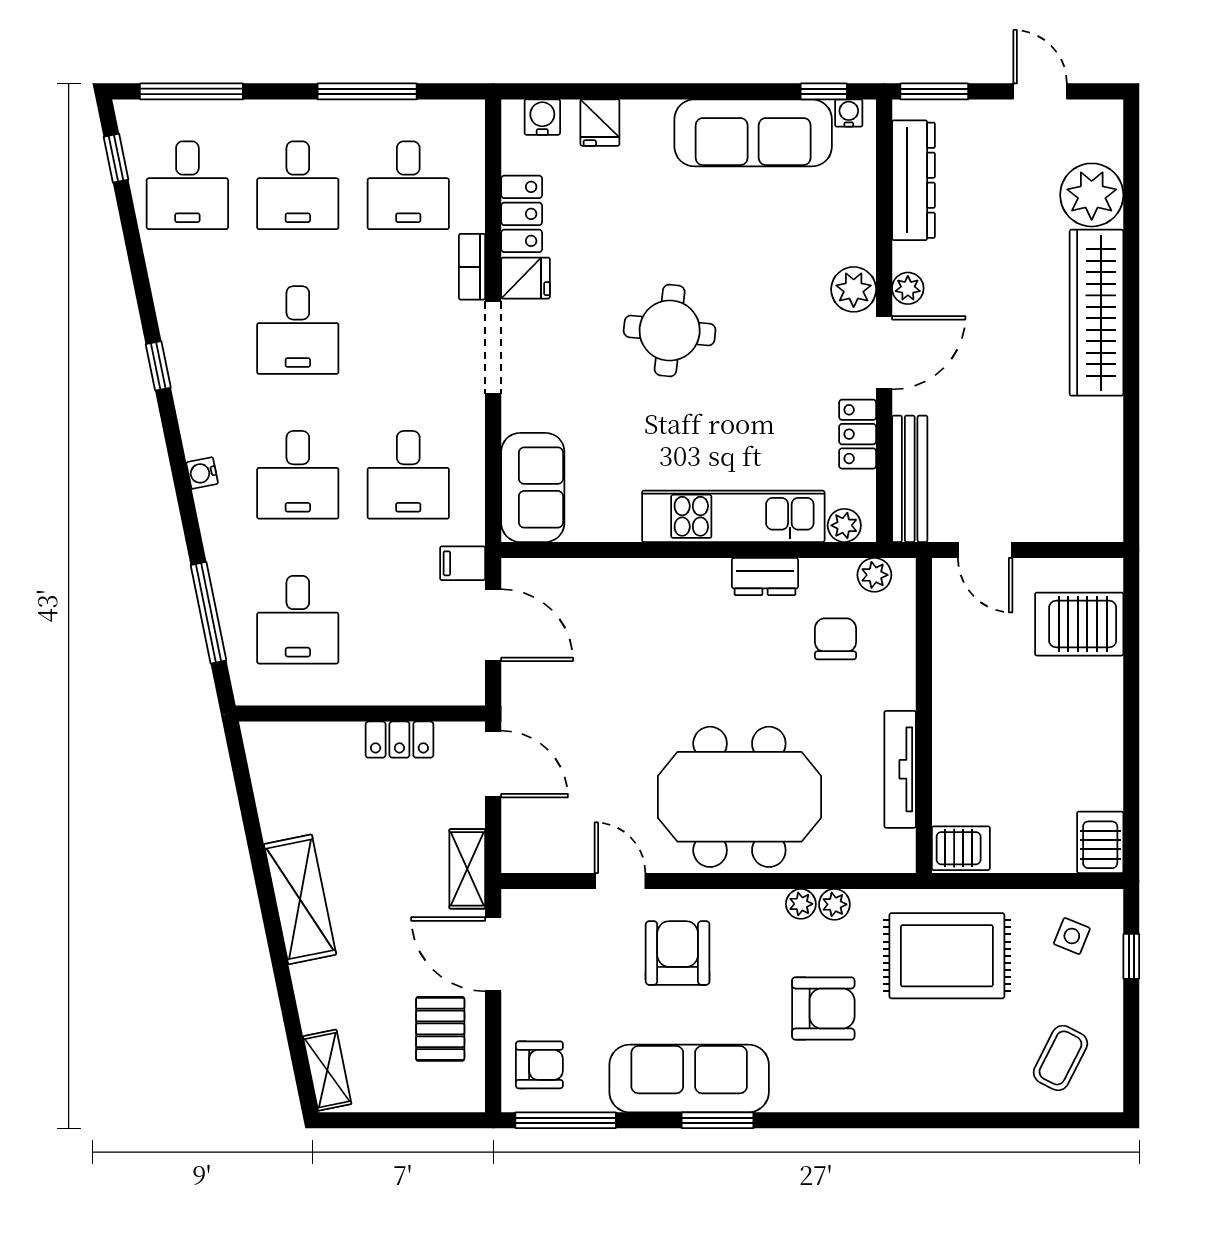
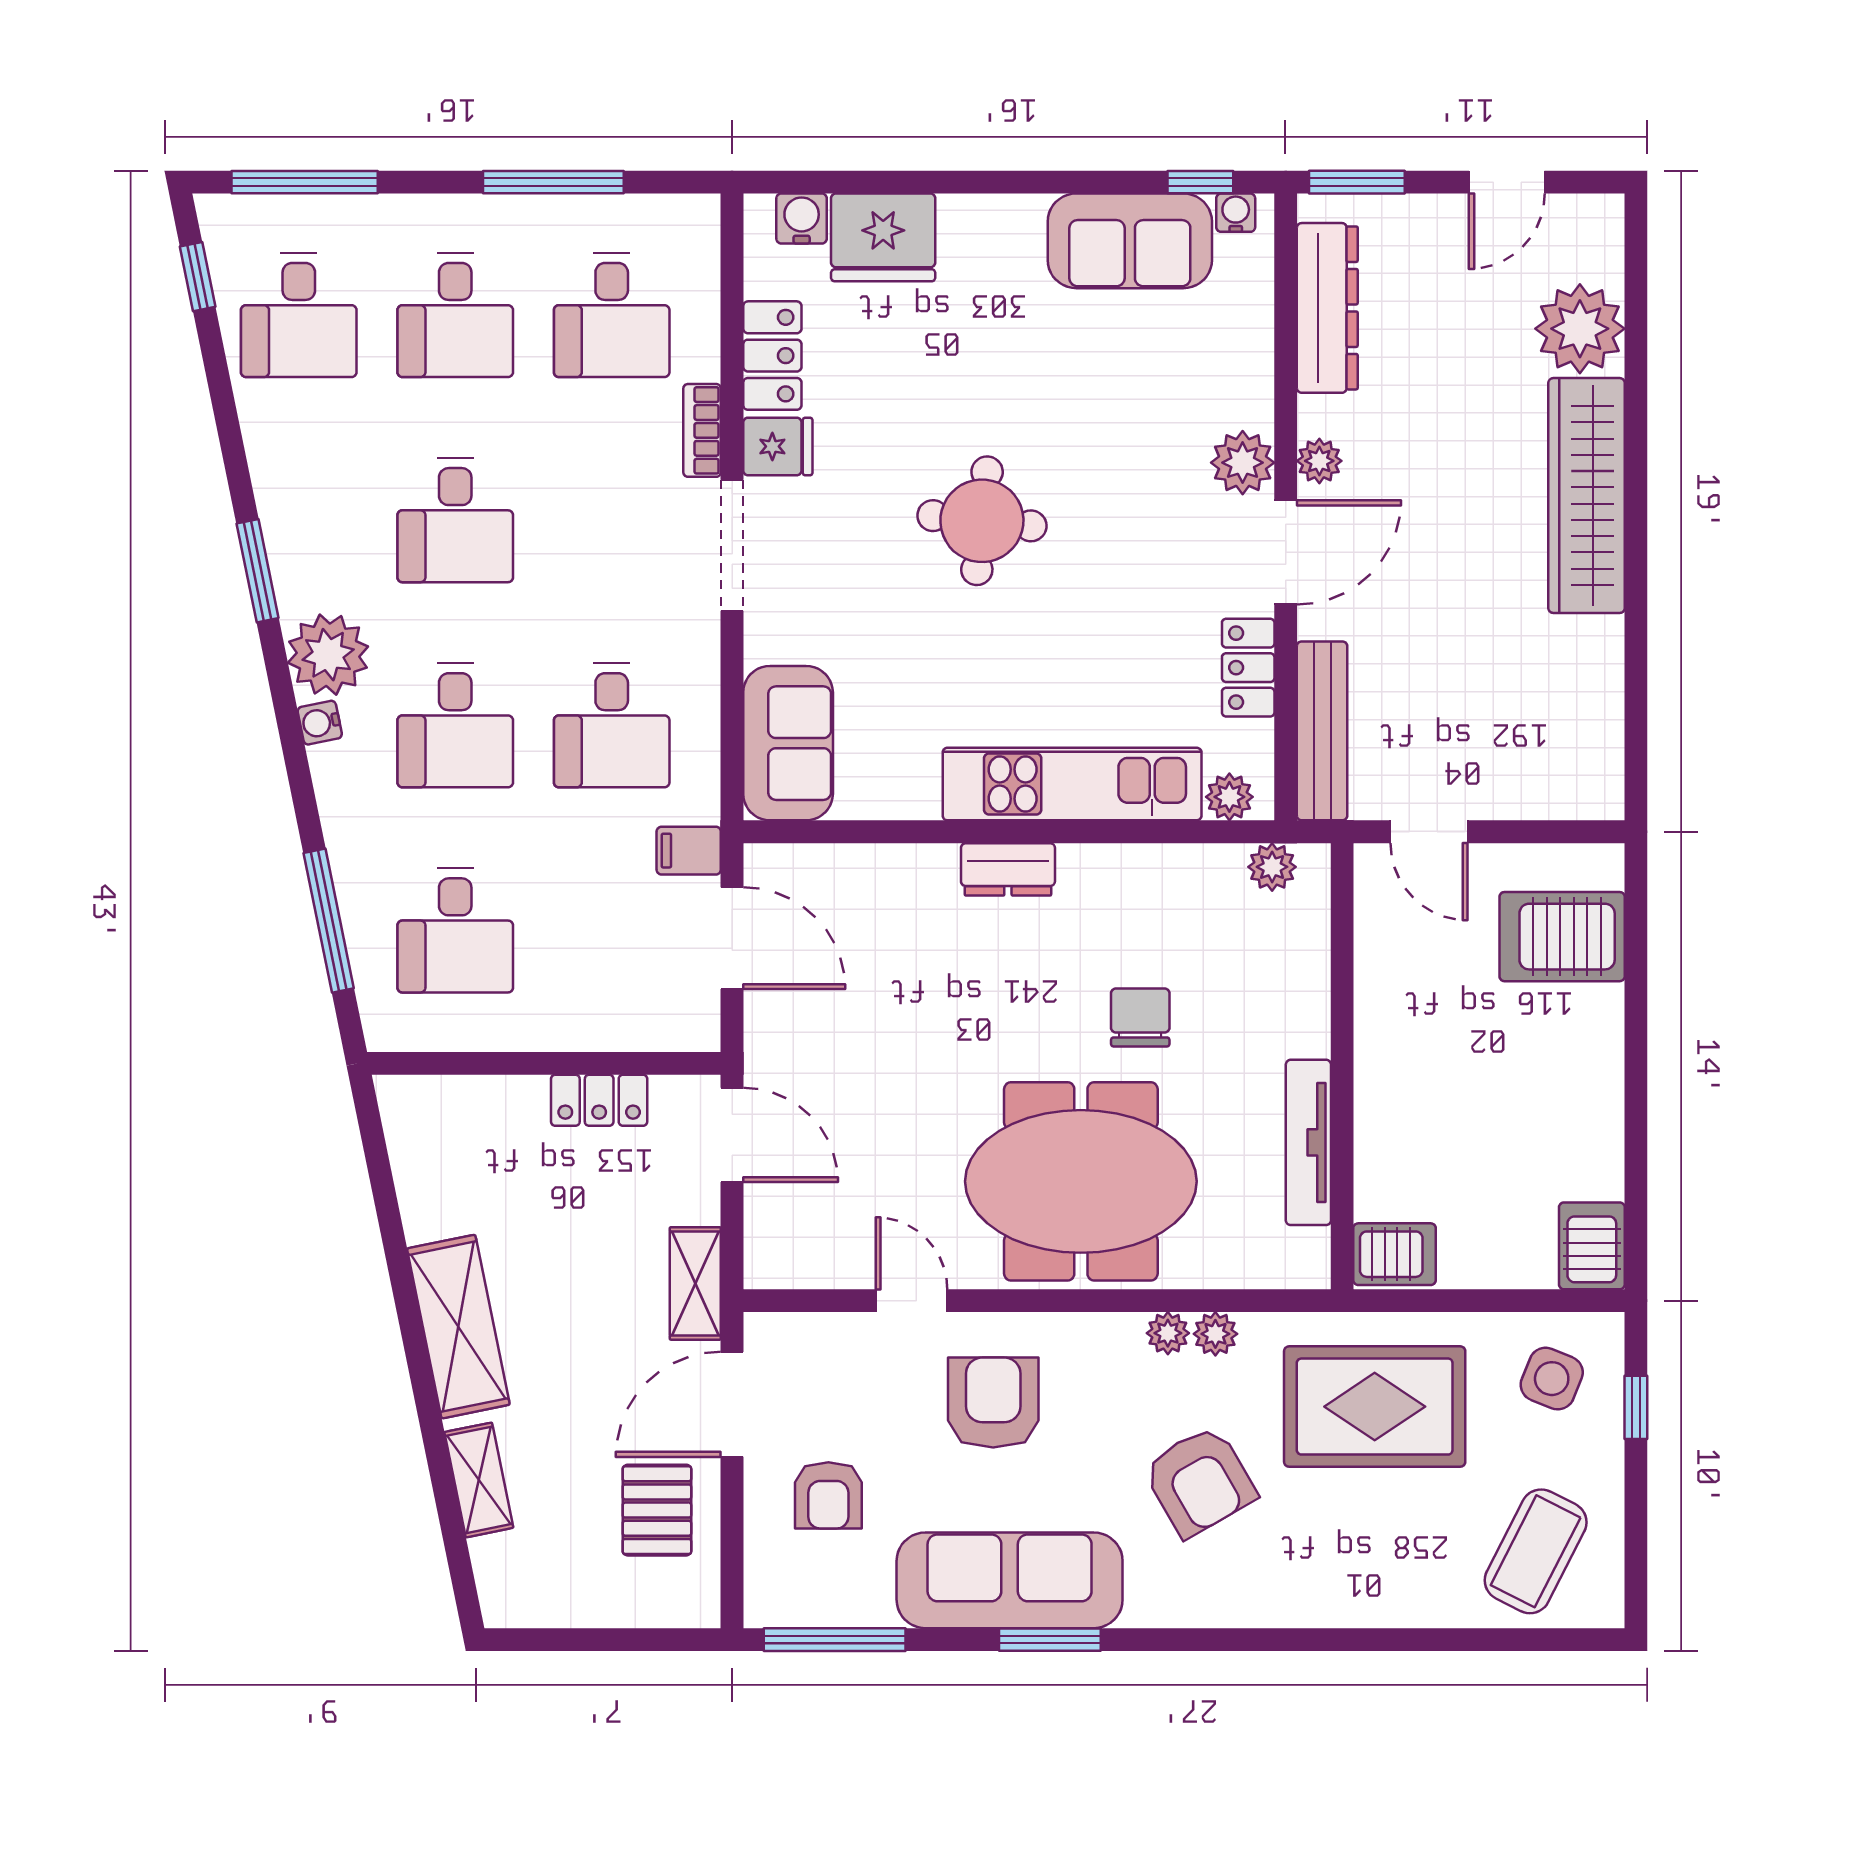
door: (1040, 91) -> (1507, 182), swing flipped
fridge: (600, 123) -> (883, 237), width x1.88, depth x1.34
sofa: (753, 133) -> (1130, 241), width x0.73
window: (158, 366) -> (258, 571), width x1.50
plant: (208, 425) -> (328, 655), added
dresser: (765, 577) -> (1008, 869), moved
chair: (835, 639) -> (1140, 1018), moved
side table: (1072, 936) -> (1552, 1379), width x1.37, depth x1.37
door: (493, 954) -> (732, 1404), hinge flipped
armchair: (823, 1008) -> (1200, 1481), turned 60
coffee table: (1060, 1058) -> (1536, 1551), width x1.36, depth x1.30
armchair: (539, 1065) -> (828, 1495), moved, turned 90
shelving: (327, 1070) -> (479, 1480), moved

